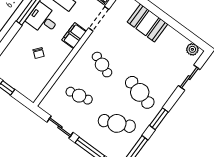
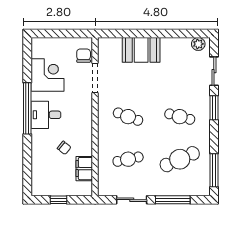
filing cabinet: (74, 36) -> (84, 169), moved
cafe table: (140, 92) -> (180, 117), width x0.73, depth x0.74
window: (159, 119) -> (214, 108), moved

